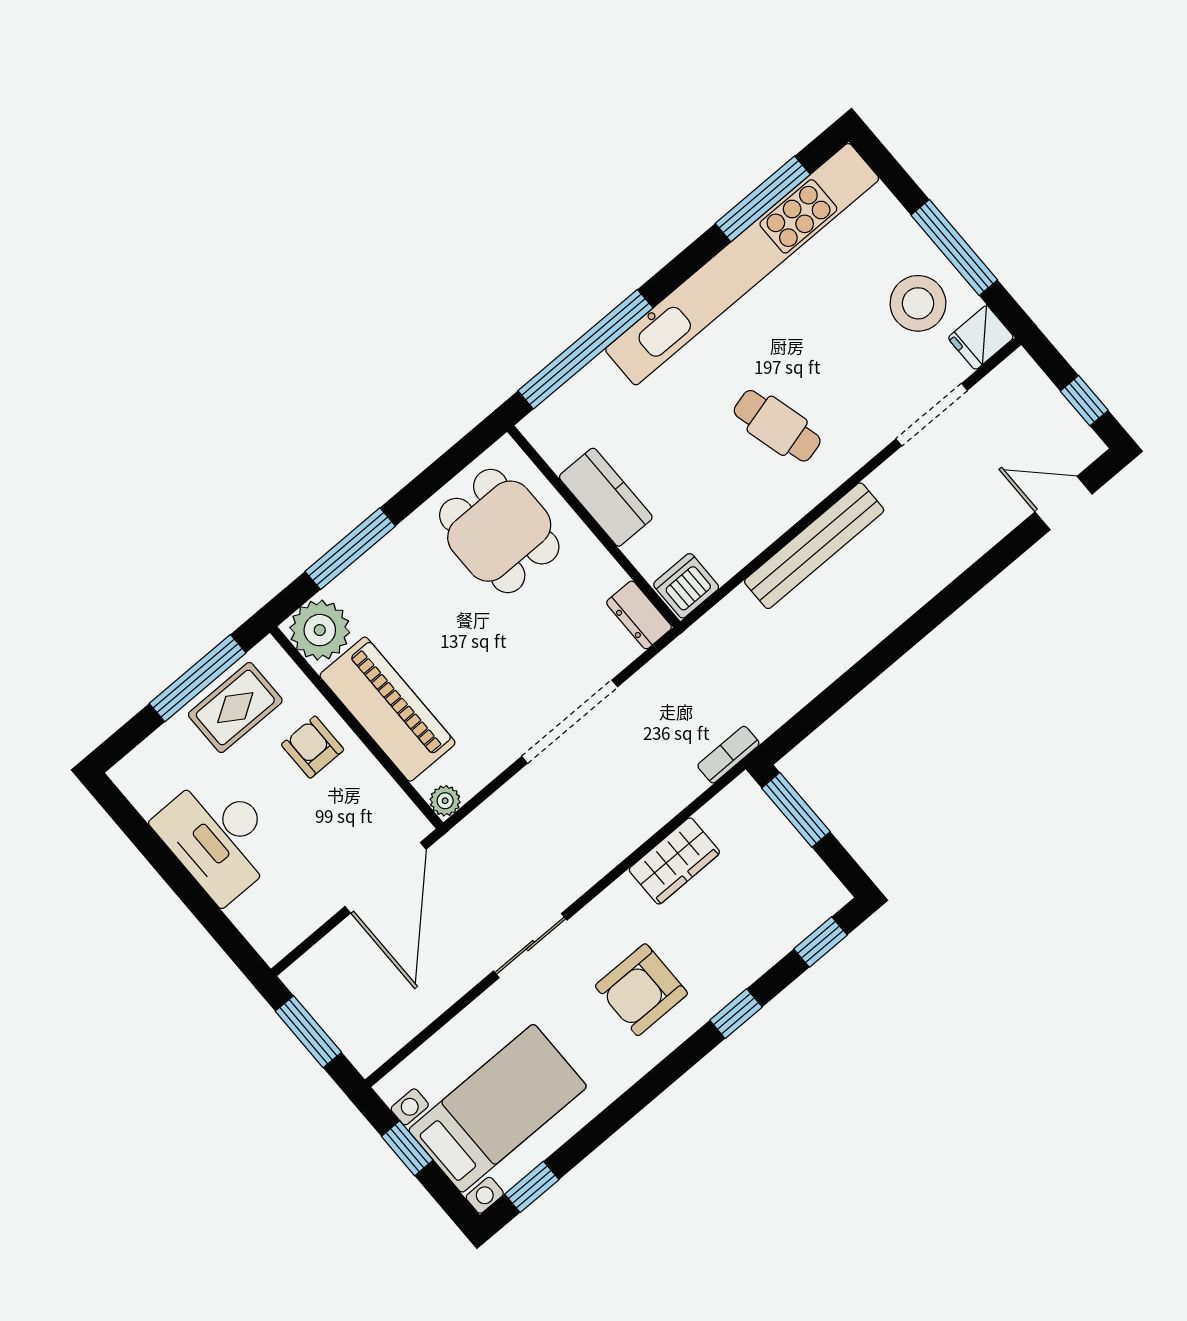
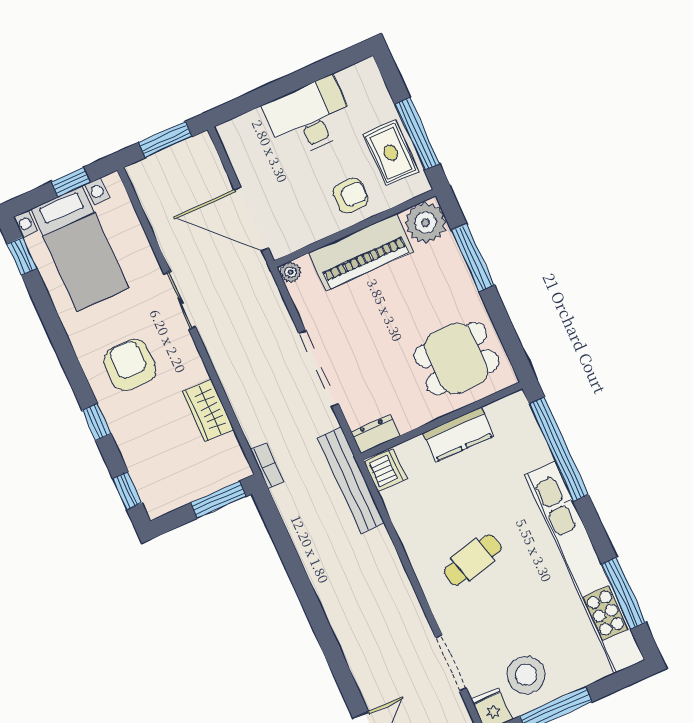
bench: (814, 546) -> (351, 480), moved

